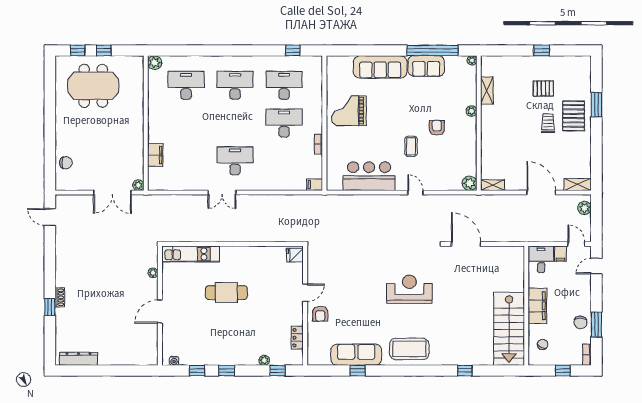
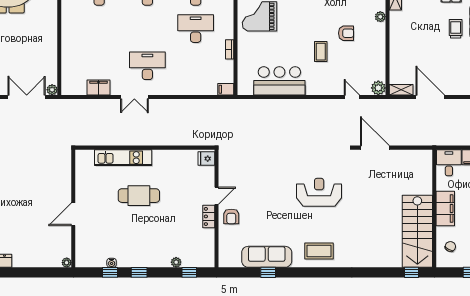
armchair: (437, 128) -> (346, 33), turned 90
filing cabinet: (155, 155) -> (98, 88), moved, turned -90
double door: (112, 192) -> (27, 97), swing flipped
door: (416, 192) -> (352, 97), moved
door: (541, 192) -> (430, 97), moved
kitchen unit: (191, 254) -> (123, 158), moved
plant: (153, 273) -> (67, 263), moved
locker: (297, 338) -> (209, 216), moved
coffee table: (409, 349) -> (319, 251), width x0.73, depth x0.76
water cooler: (174, 361) -> (112, 263), moved
window: (465, 371) -> (411, 272), moved

